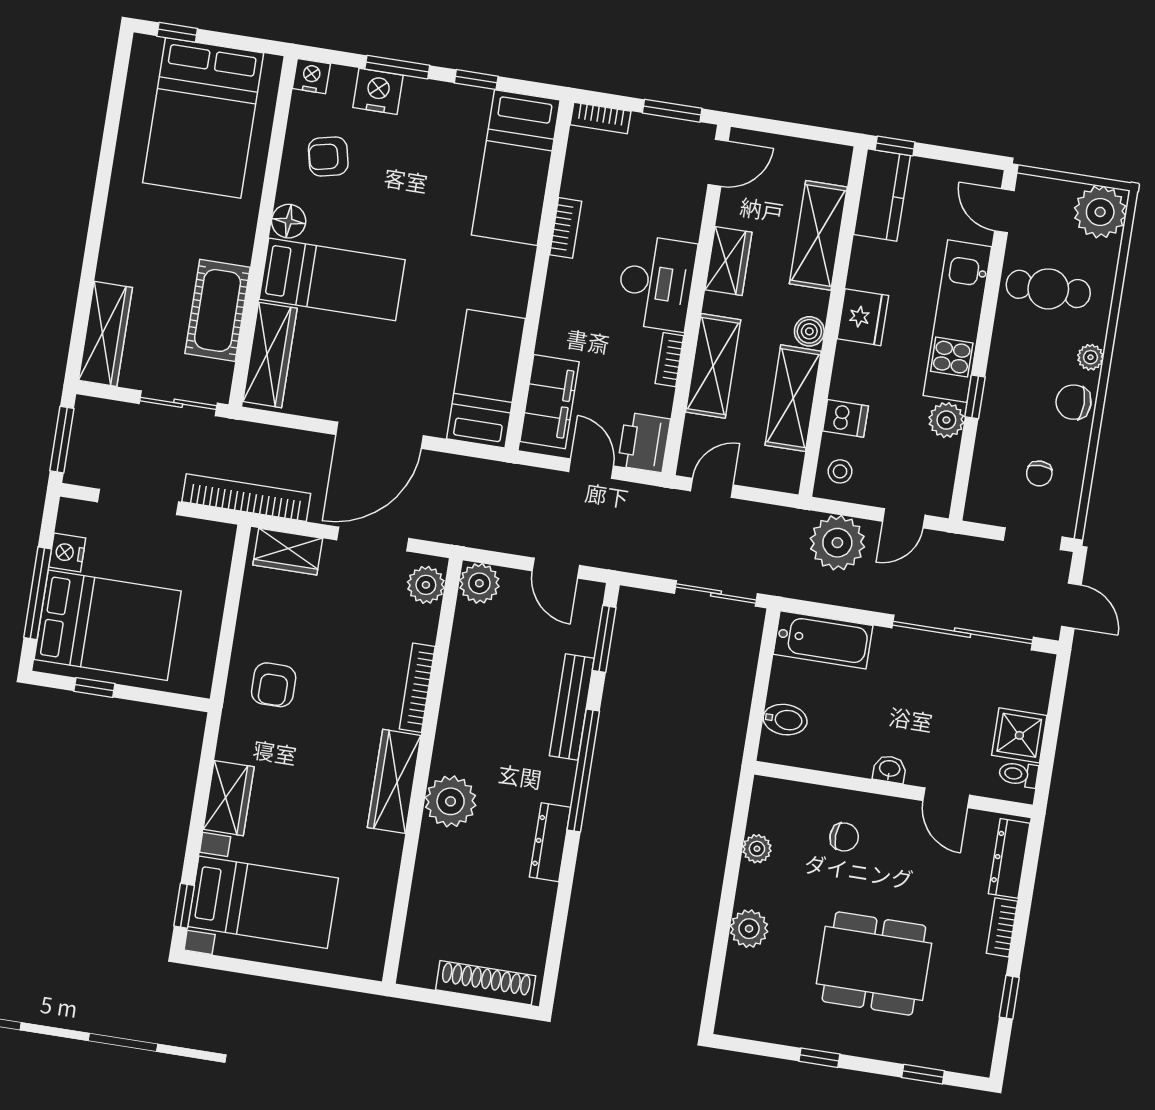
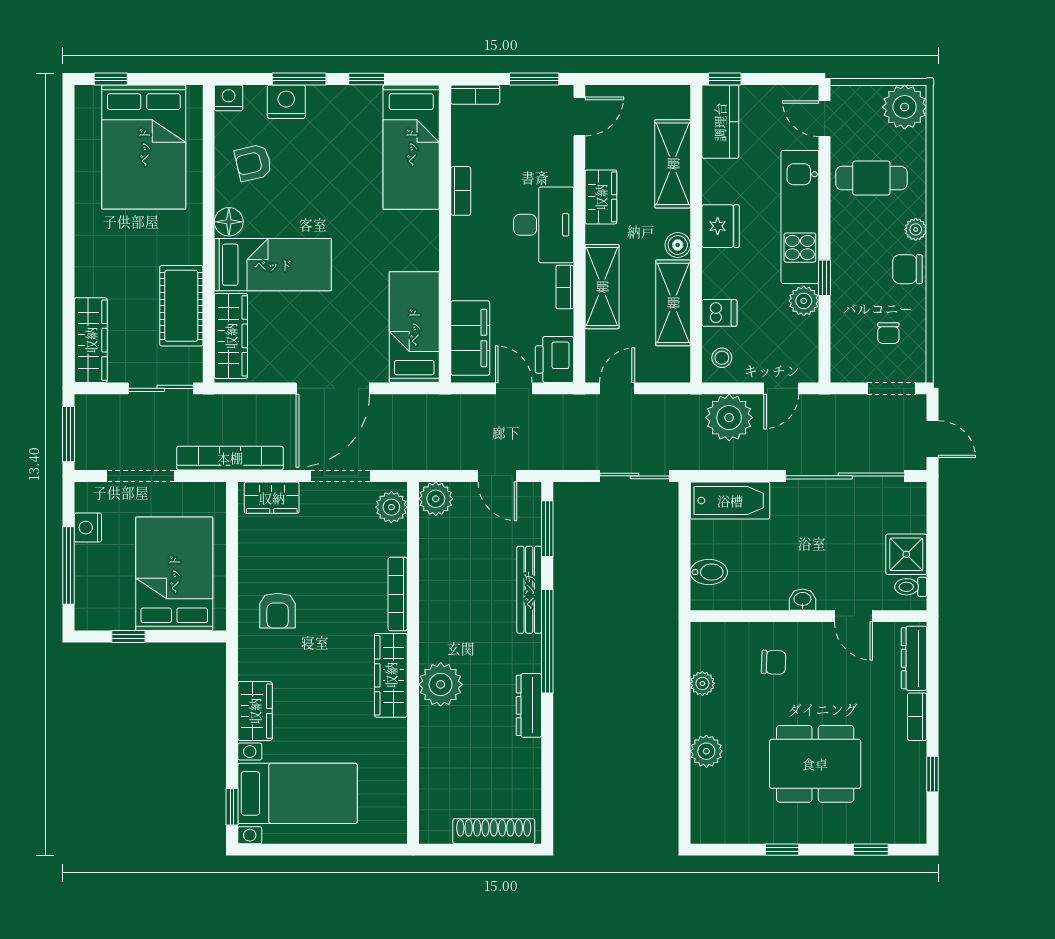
bed: (108, 625) -> (174, 574), moved, turned -90

